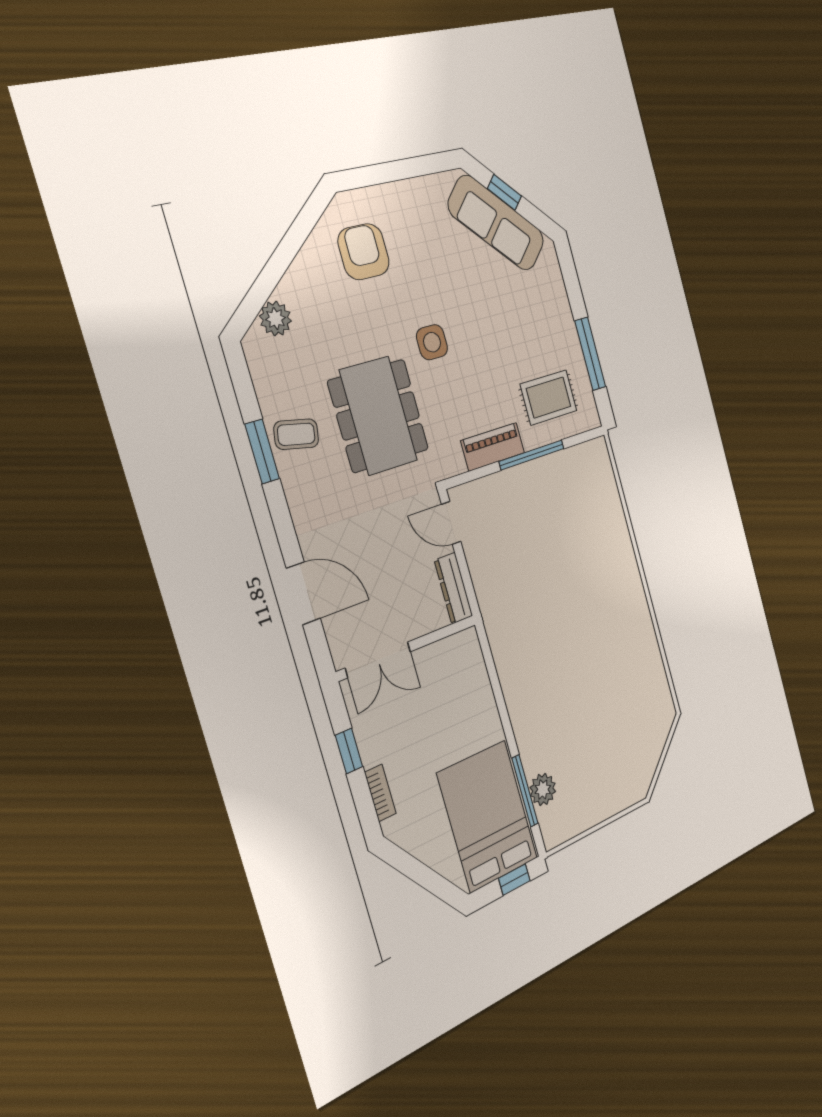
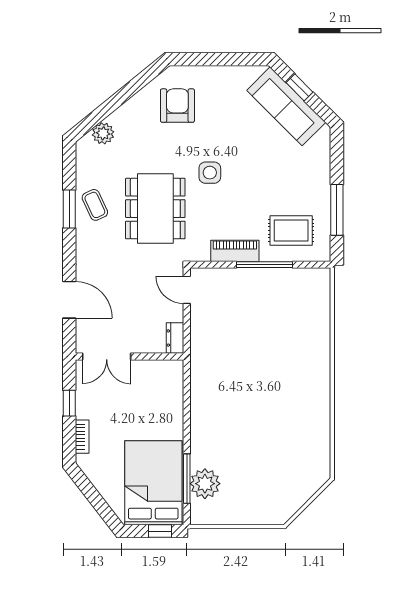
coffee table: (296, 434) -> (95, 205), turned 54
dresser: (453, 588) -> (175, 338), width x0.70
plant: (543, 789) -> (205, 484), width x1.36, depth x1.36

